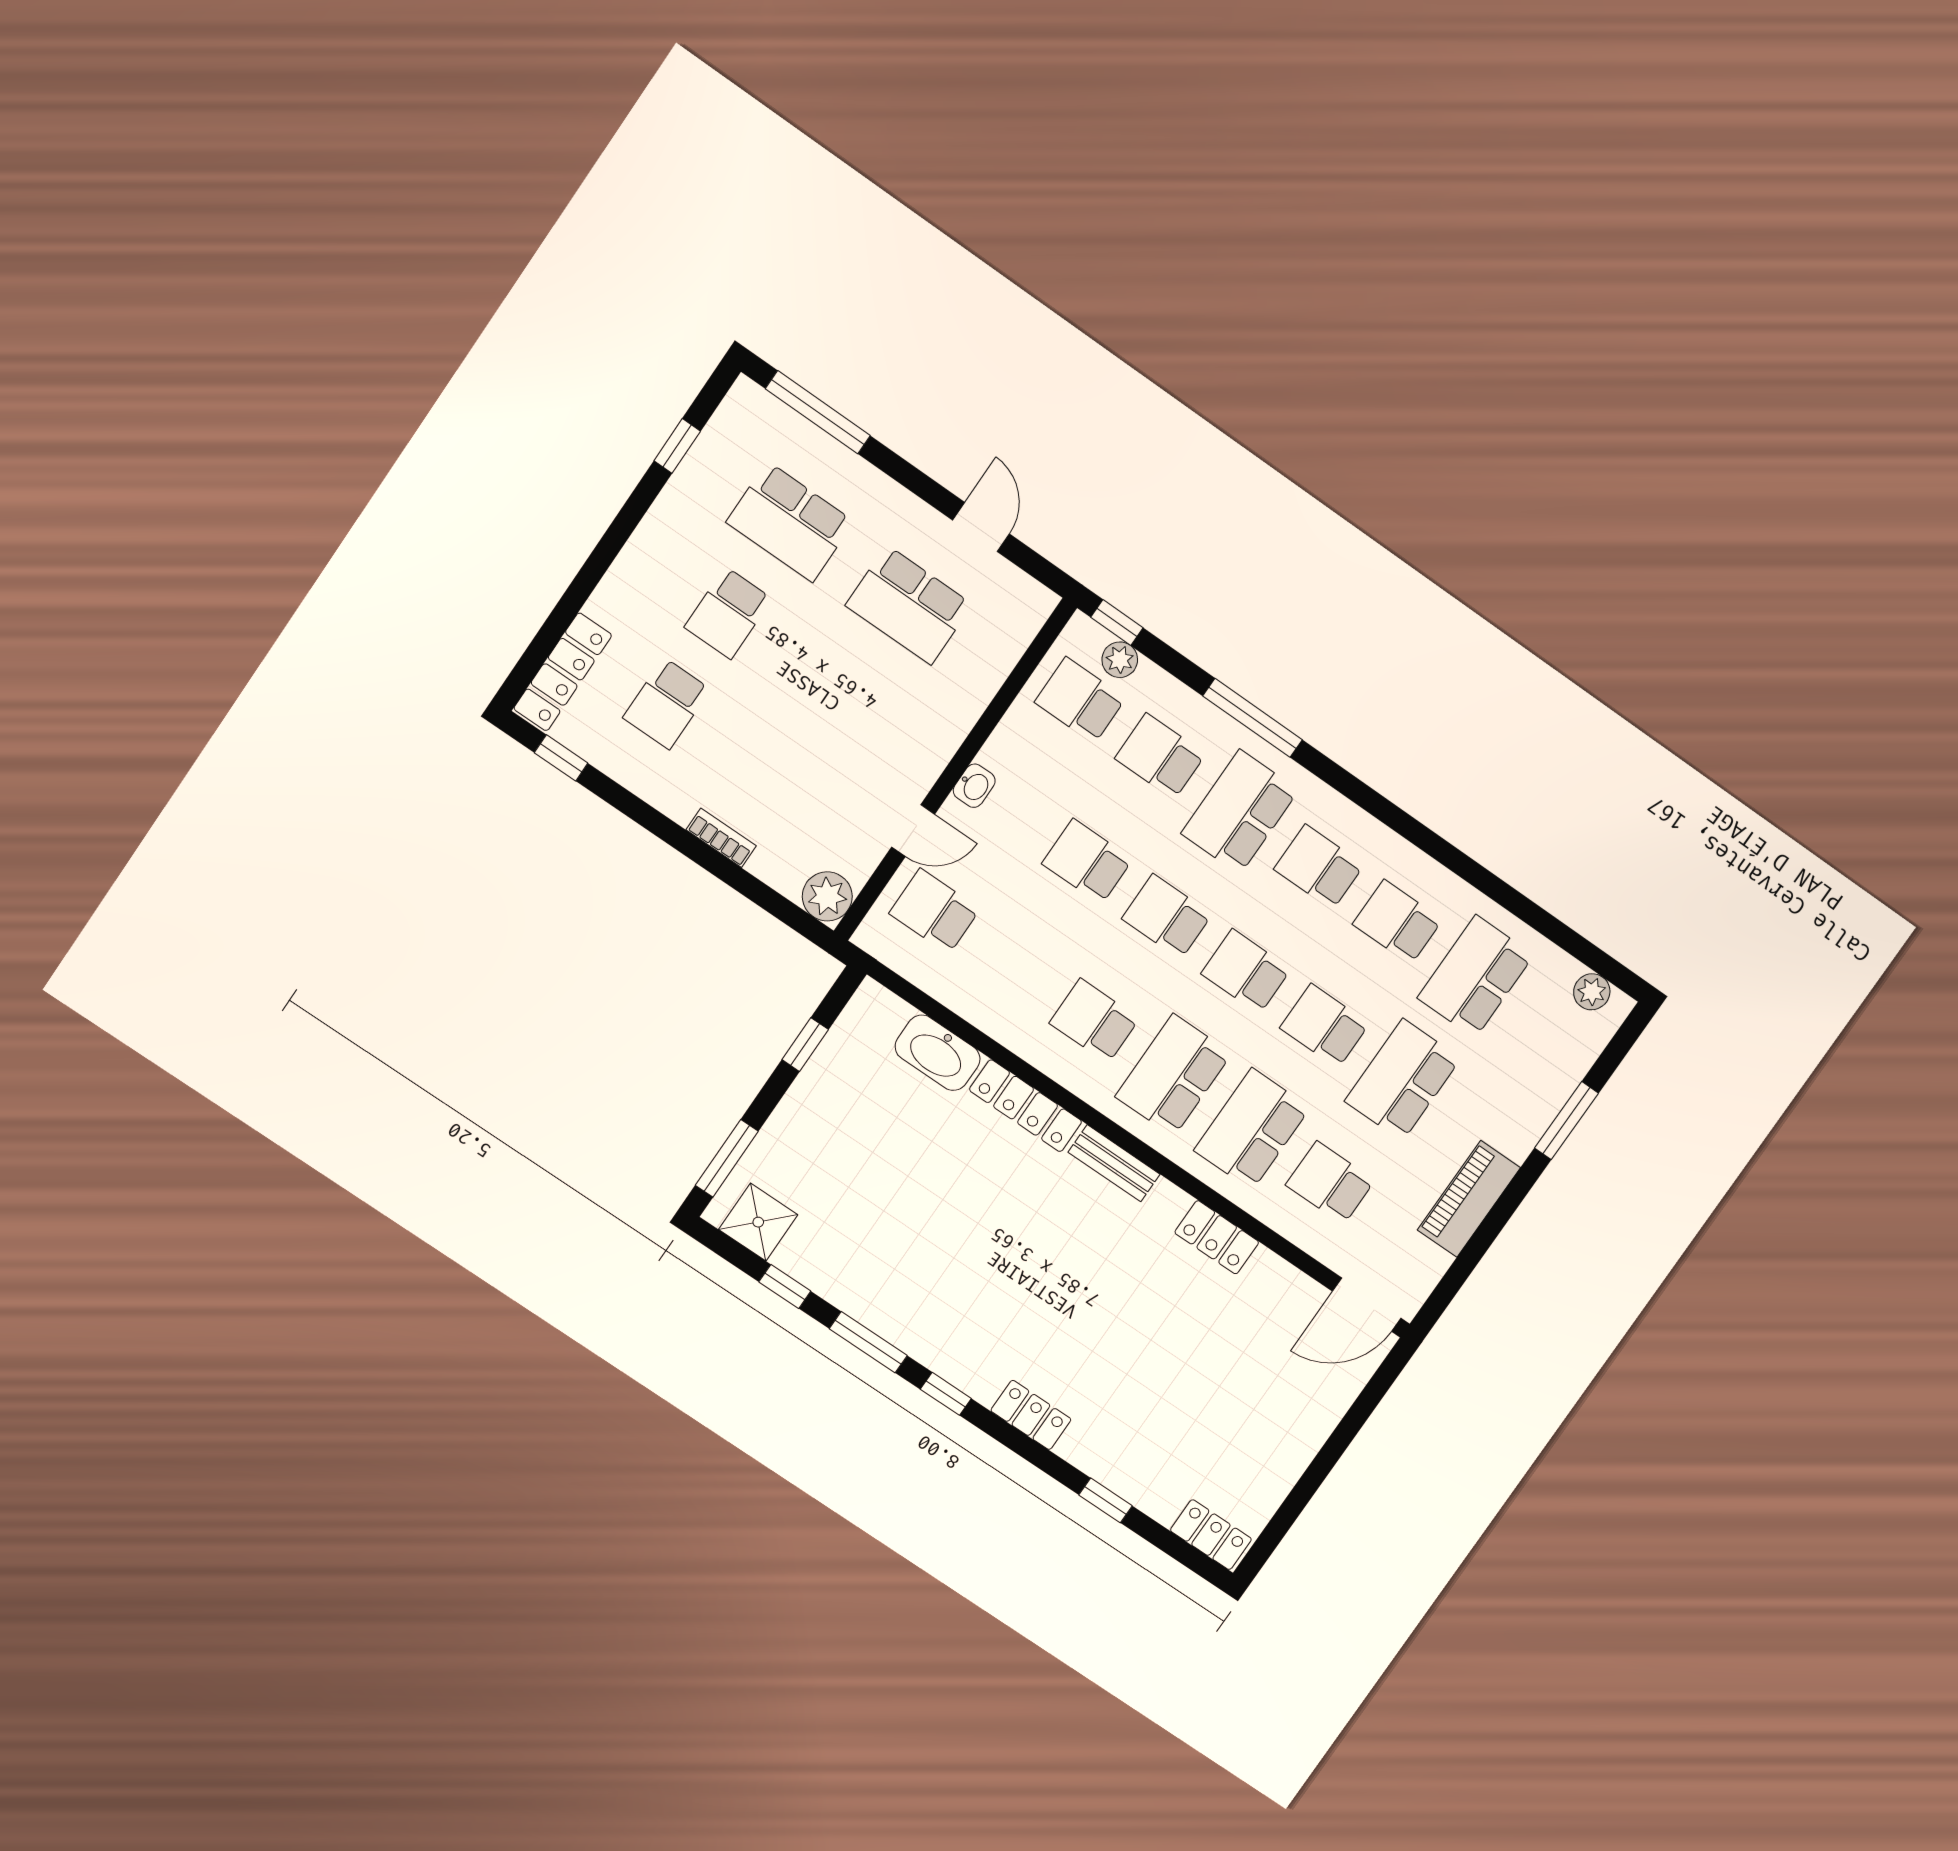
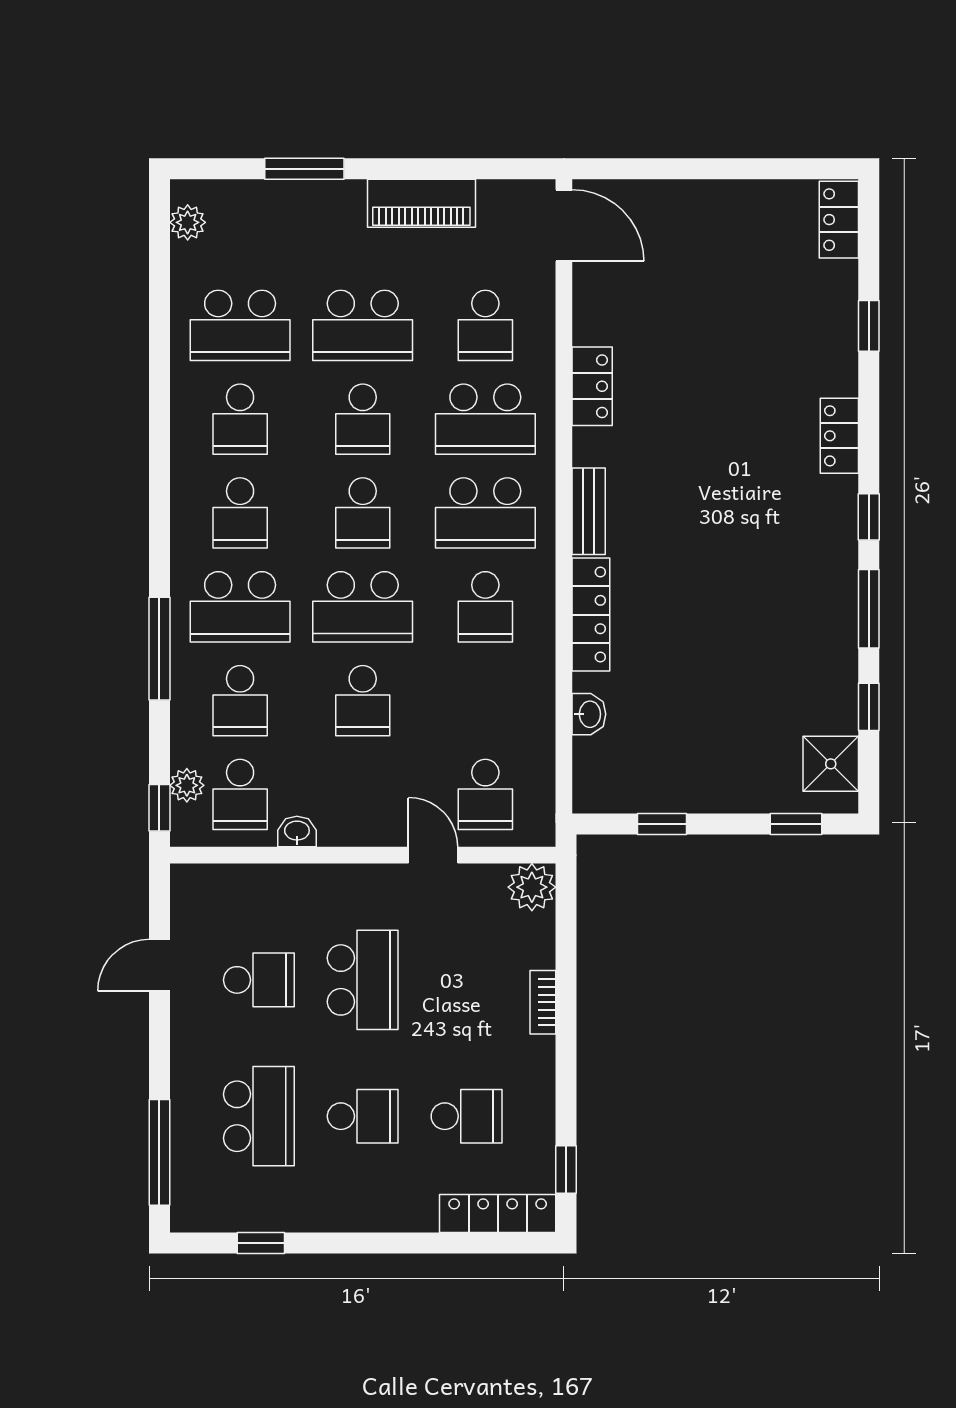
school desk: (909, 605) -> (259, 980), width x0.54
school desk: (847, 695) -> (363, 980), added
washbasin: (974, 786) -> (297, 831), moved
school desk: (1167, 917) -> (363, 607), width x1.85
washbasin: (938, 1053) -> (589, 714), width x0.52, depth x0.69
window: (727, 1158) -> (796, 824), width x0.67

